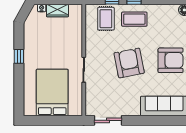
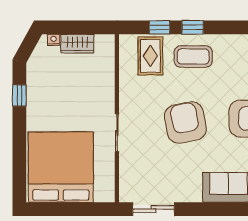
window: (19, 56) -> (19, 95), moved
bed: (52, 93) -> (61, 167), width x1.36

